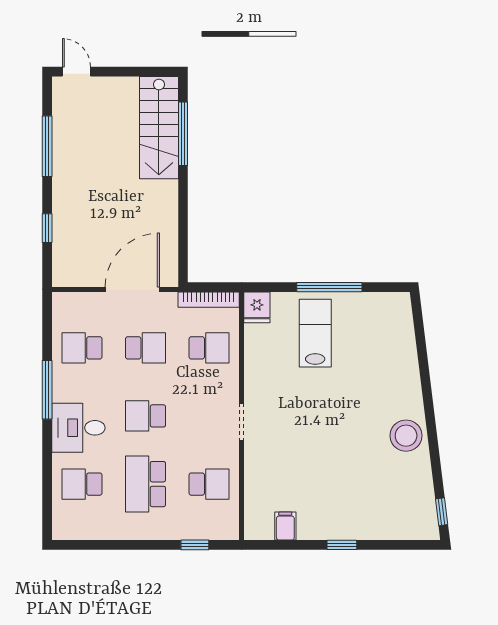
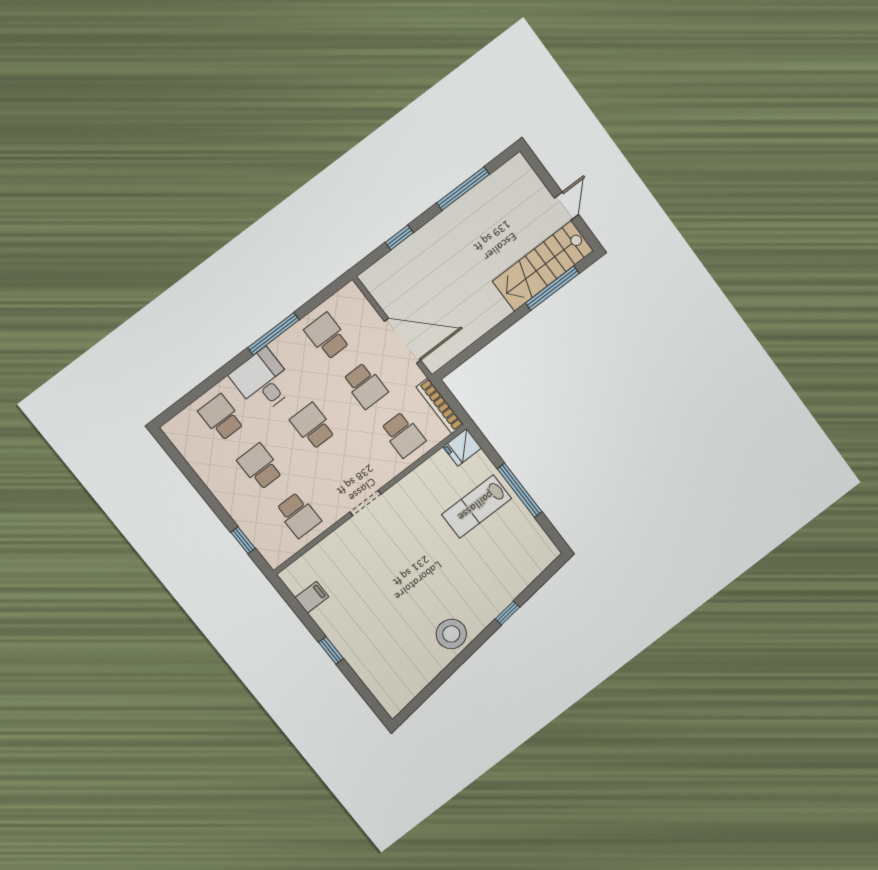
door: (76, 72) -> (566, 206), moved
lab bench: (315, 333) -> (476, 506), turned 180
school desk: (146, 484) -> (260, 466), width x0.54
window: (442, 512) -> (507, 613), moved

